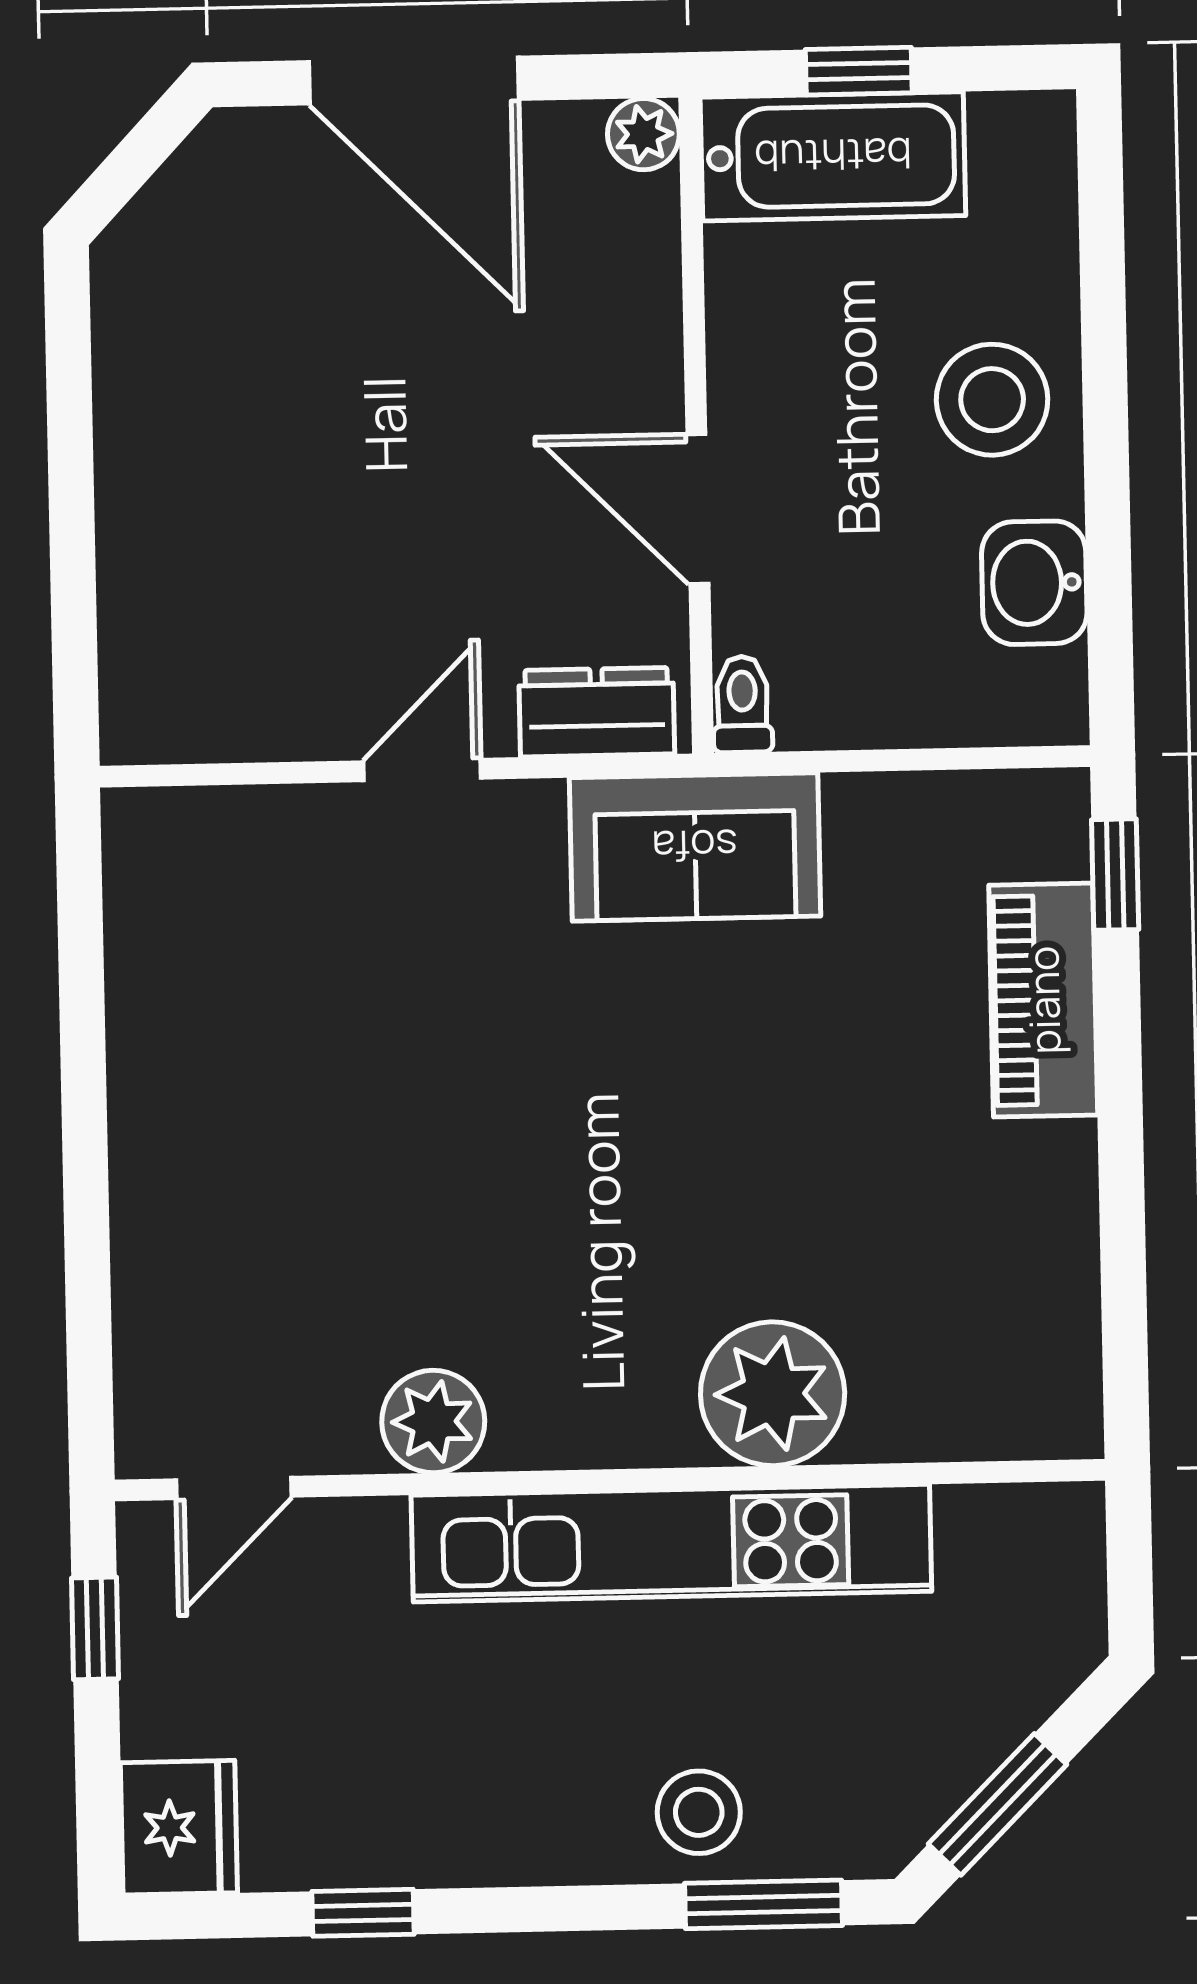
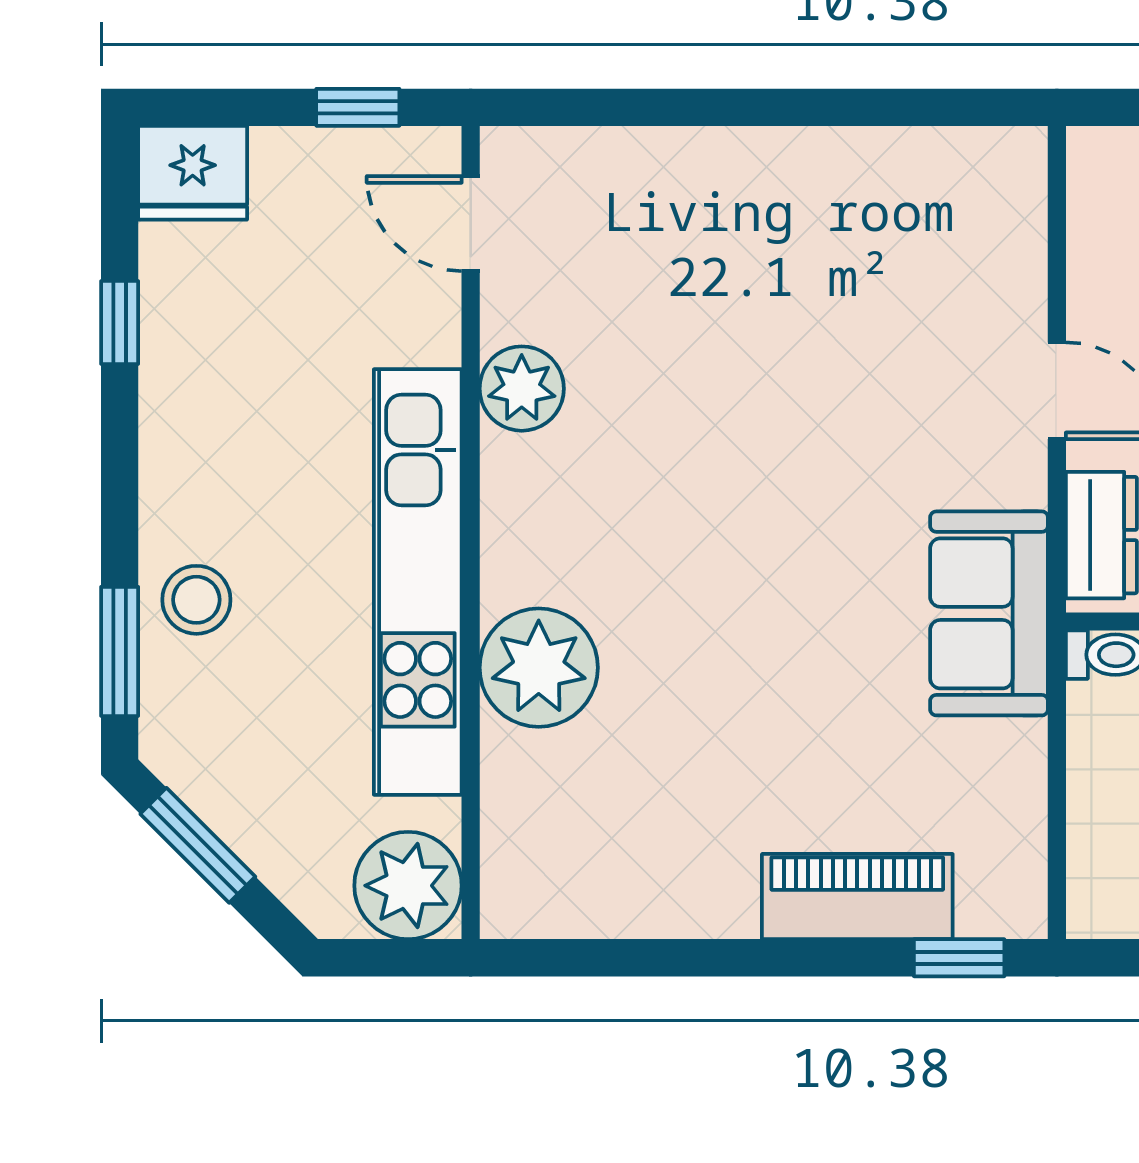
plant: (1041, 1547) -> (408, 886), added

